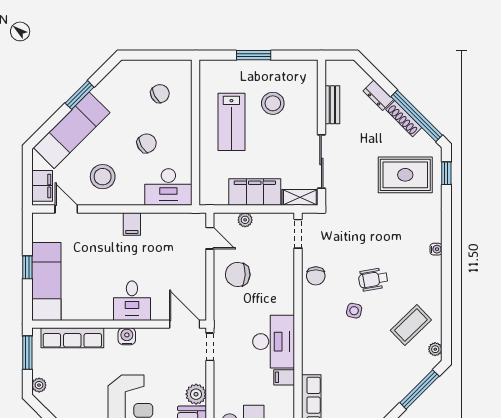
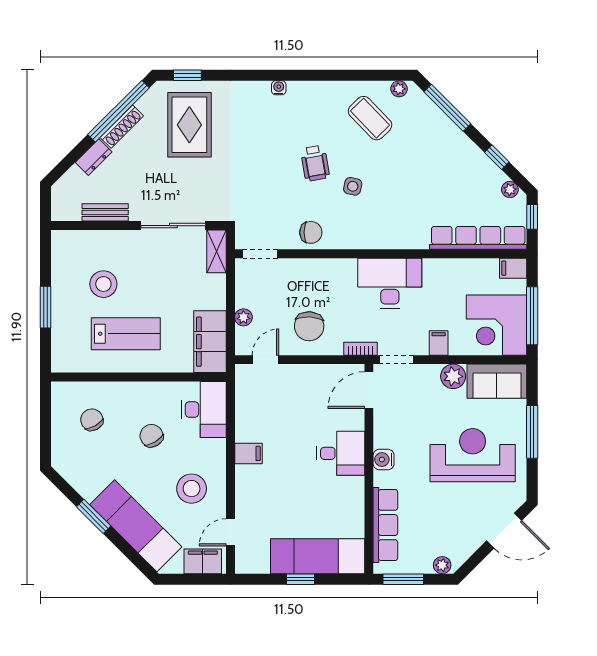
filing cabinet: (255, 192) -> (210, 342), moved
bookcase: (219, 317) -> (361, 349), added
filing cabinet: (284, 377) -> (439, 343), moved, turned 180

